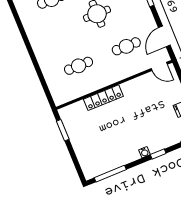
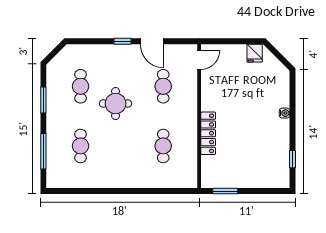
door: (164, 36) -> (152, 41), moved
window: (158, 154) -> (293, 99), removed
window: (110, 174) -> (293, 159), width x0.46

